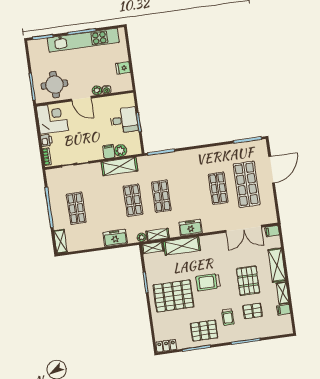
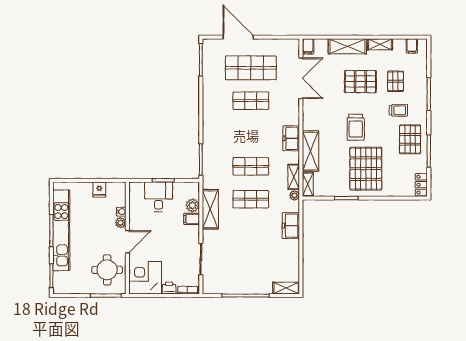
shop shelf: (76, 208) -> (251, 265), removed
filing cabinet: (283, 310) -> (412, 46), moved

